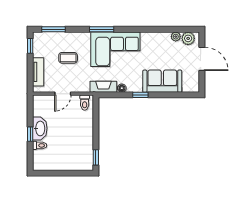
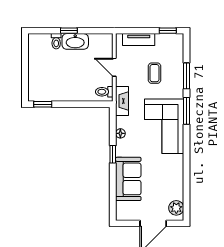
window: (53, 29) -> (187, 76), moved
plant: (176, 37) -> (178, 194), removed
fireplace: (103, 87) -> (122, 101), moved

